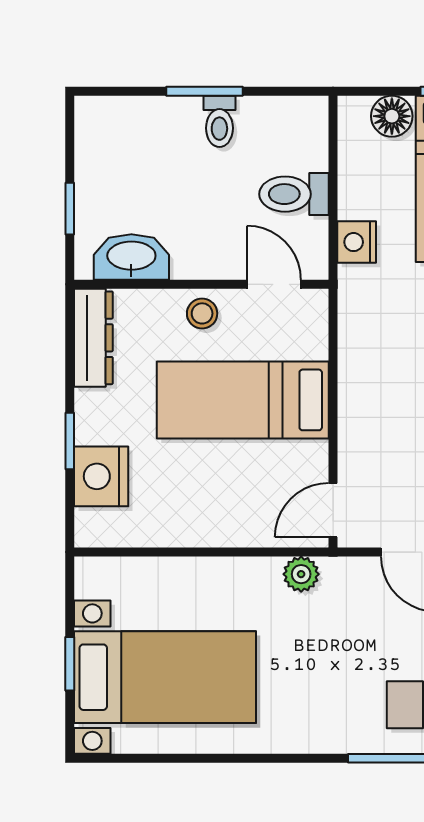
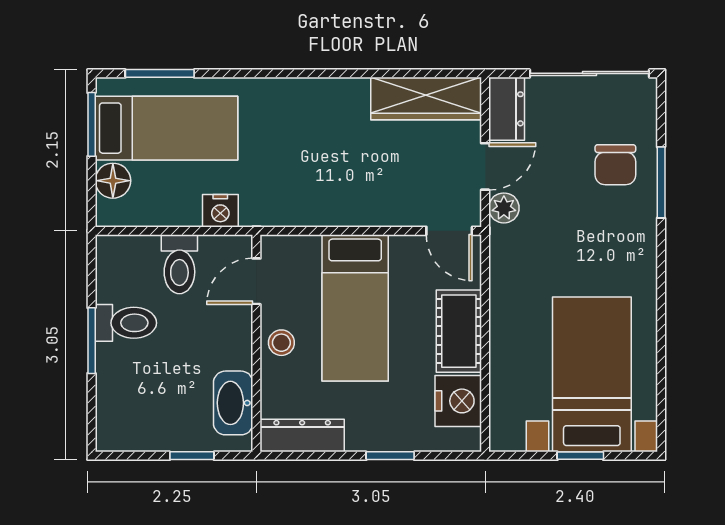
toilet: (219, 121) -> (126, 323), width x1.37, depth x1.39
nightstand: (101, 476) -> (458, 401), moved, turned -90
cot: (216, 521) -> (459, 331), added
plant: (301, 574) -> (504, 208), moved

